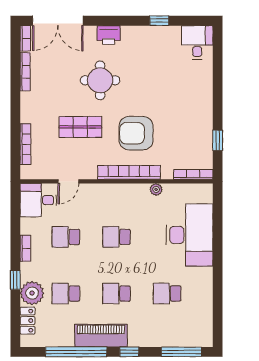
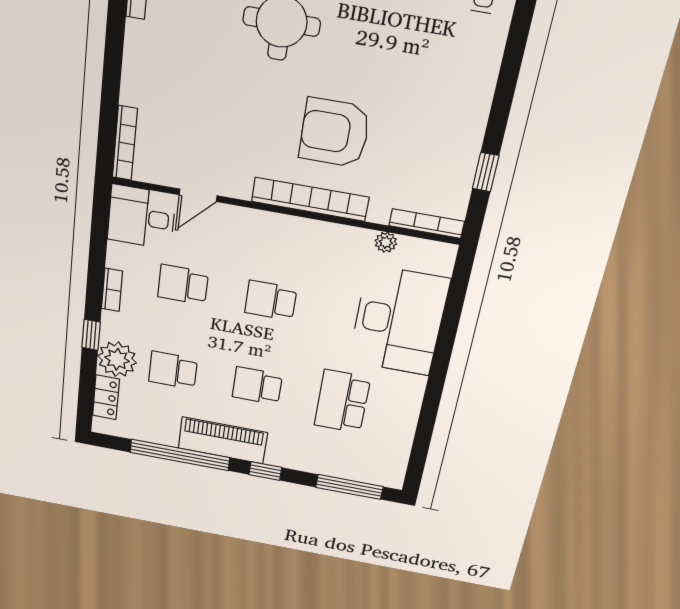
shop shelf: (80, 127) -> (232, 103), removed
bookcase: (25, 144) -> (125, 143), moved
plant: (156, 189) -> (386, 242), moved
school desk: (167, 294) -> (342, 401), width x1.85

